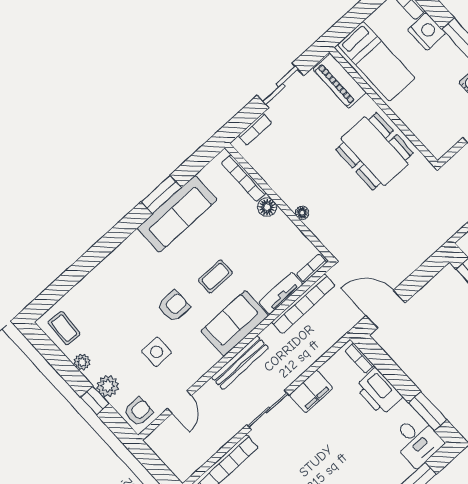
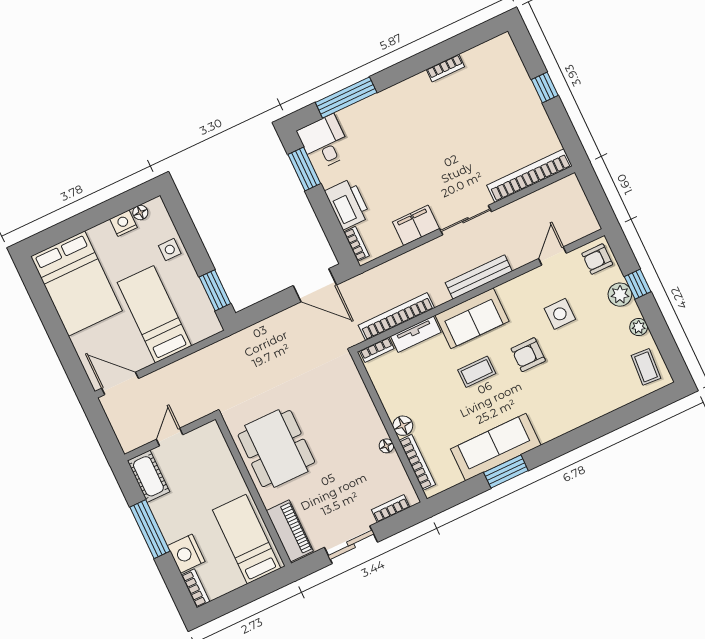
floor lamp: (302, 213) -> (386, 446), moved

